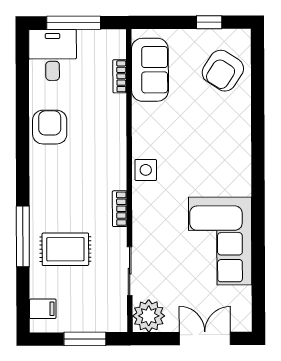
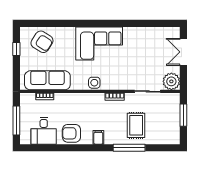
desk: (53, 55) -> (44, 131), moved, turned -90
sofa: (150, 70) -> (47, 80), width x1.36
corner sofa: (220, 241) -> (99, 44), moved
filing cabinet: (43, 309) -> (98, 137), moved

